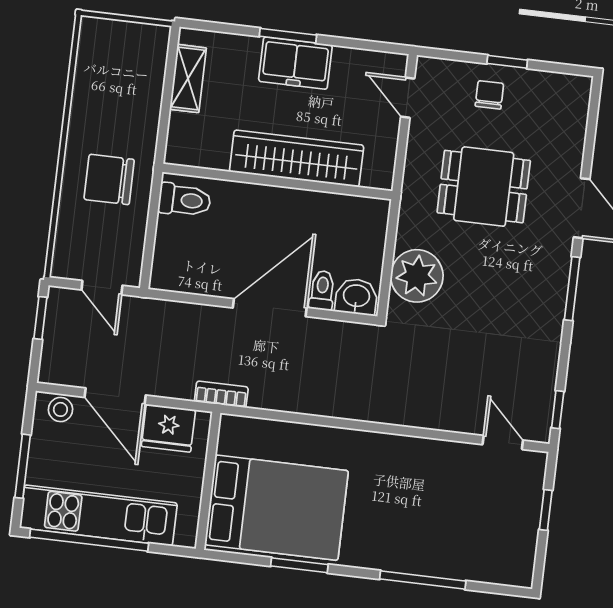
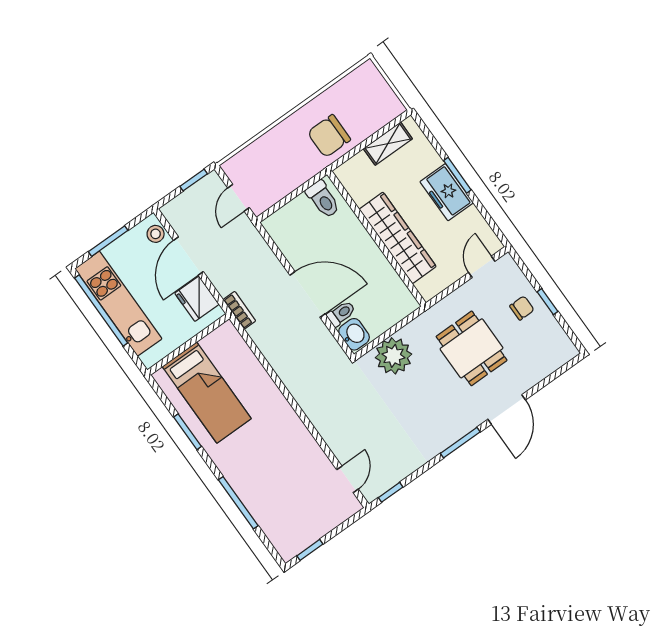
chair: (109, 179) -> (329, 136), moved, turned -90
bed: (277, 508) -> (207, 393), width x0.67
window: (546, 510) -> (310, 550), moved

